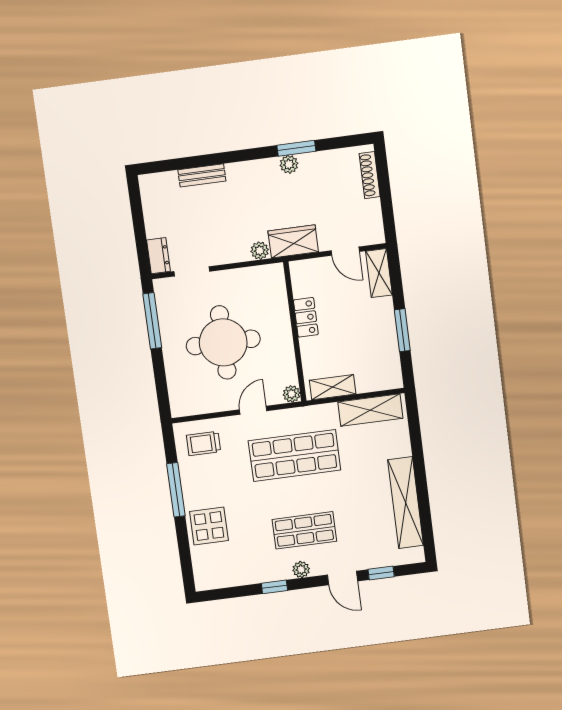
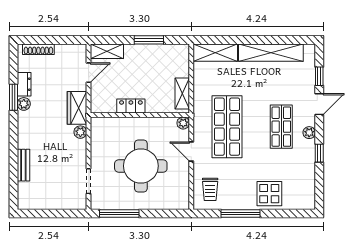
dresser: (158, 256) -> (24, 84), moved, turned 90
shelving: (370, 410) -> (215, 53), moved, turned 90

